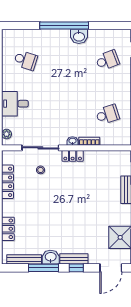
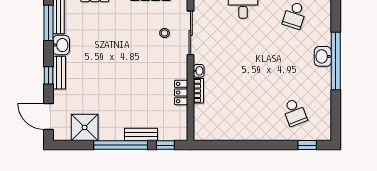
washbasin: (79, 36) -> (323, 56), moved
school desk: (107, 114) -> (230, 112), removed
locker: (73, 156) -> (181, 93), moved
window: (43, 268) -> (48, 23), moved

